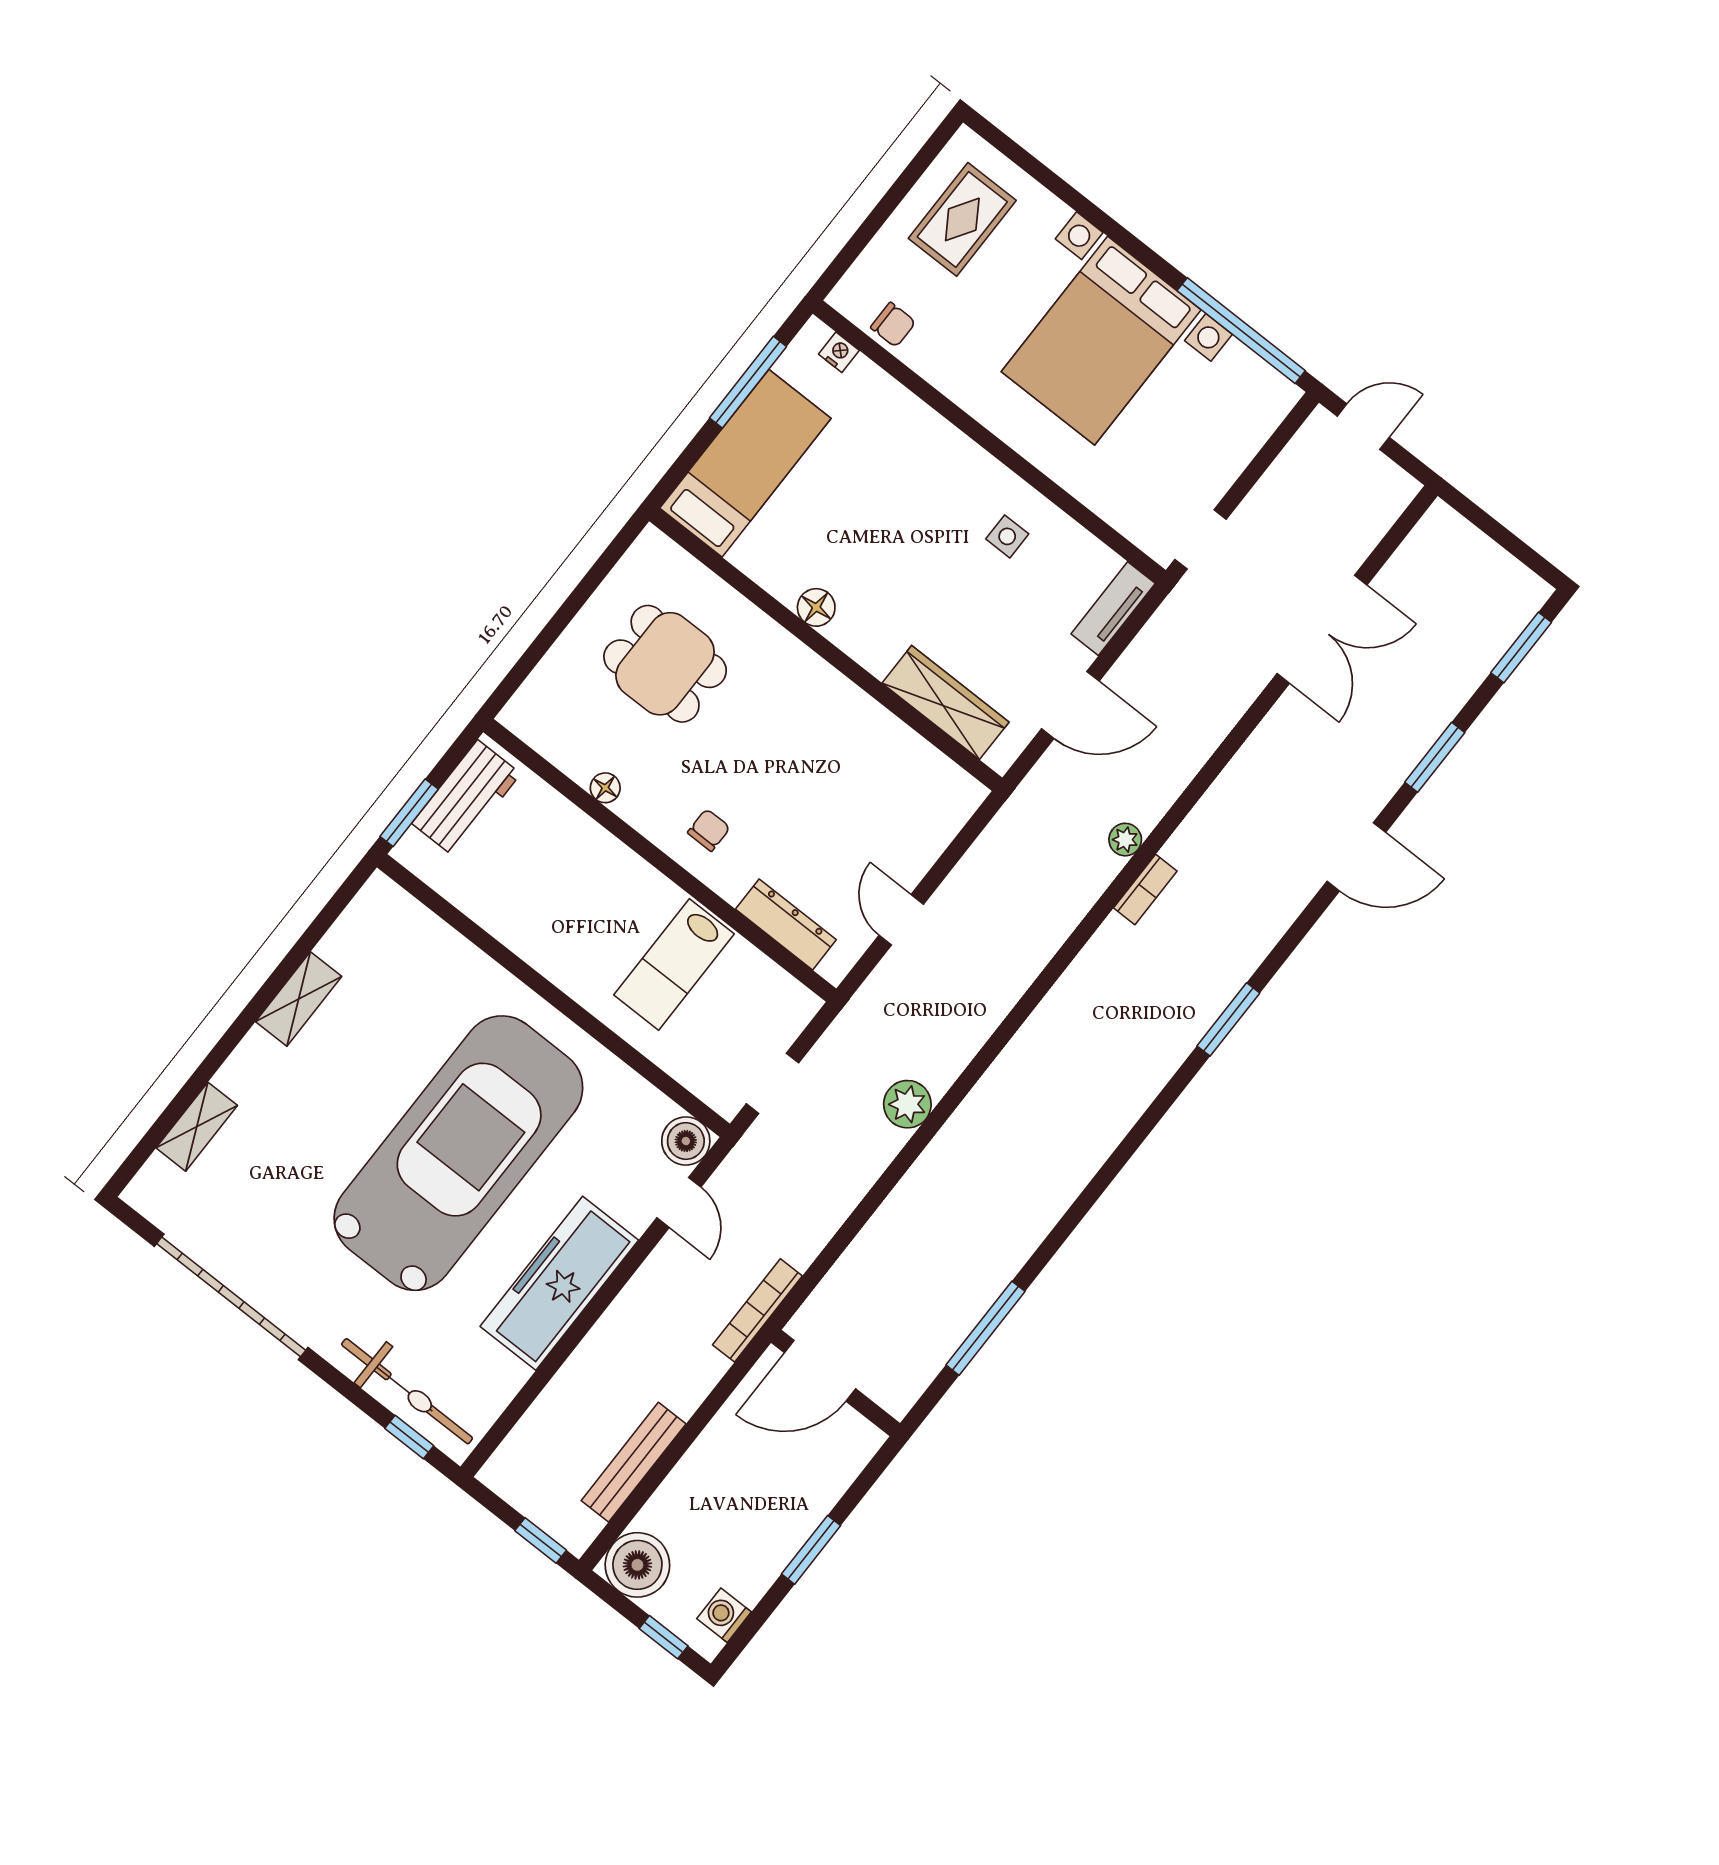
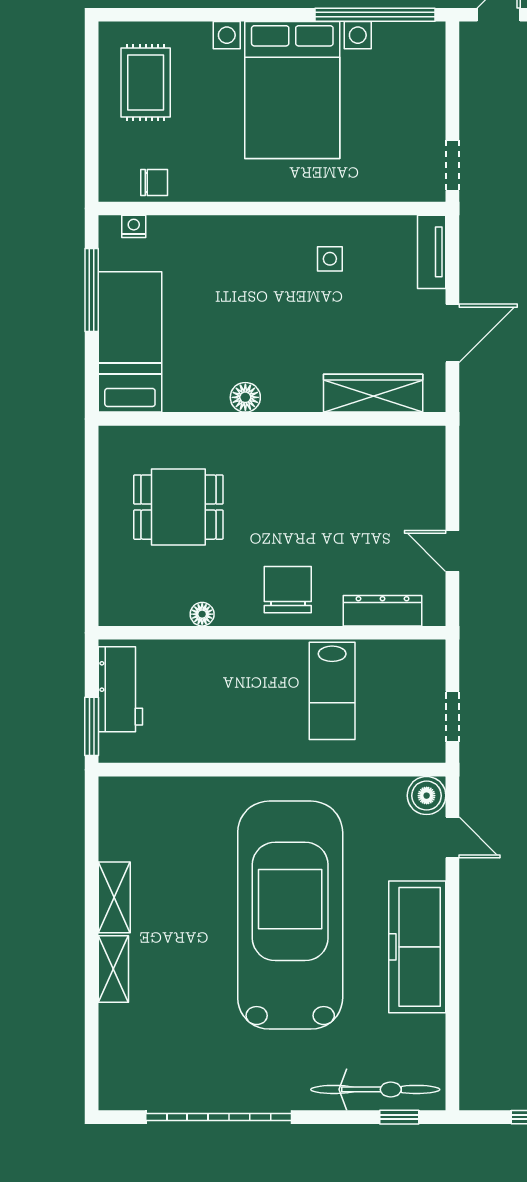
chair: (709, 830) -> (288, 590), width x1.87, depth x1.87
shelving: (197, 1127) -> (113, 969), moved

